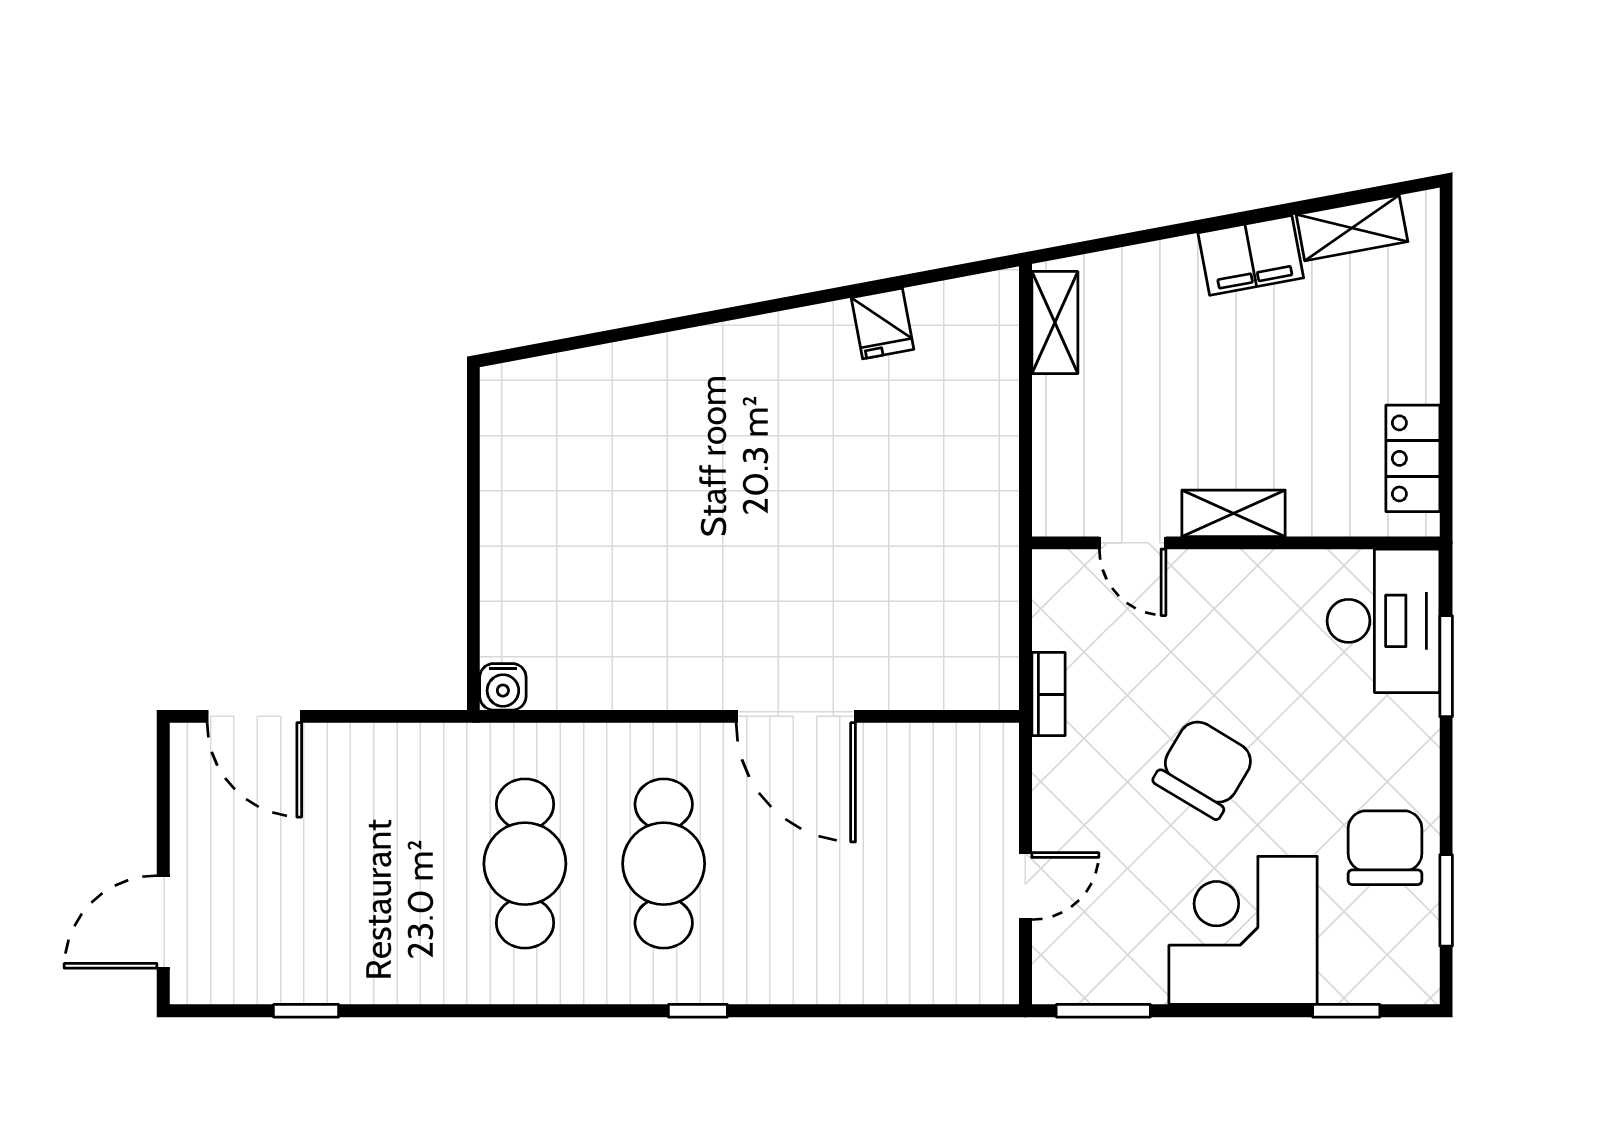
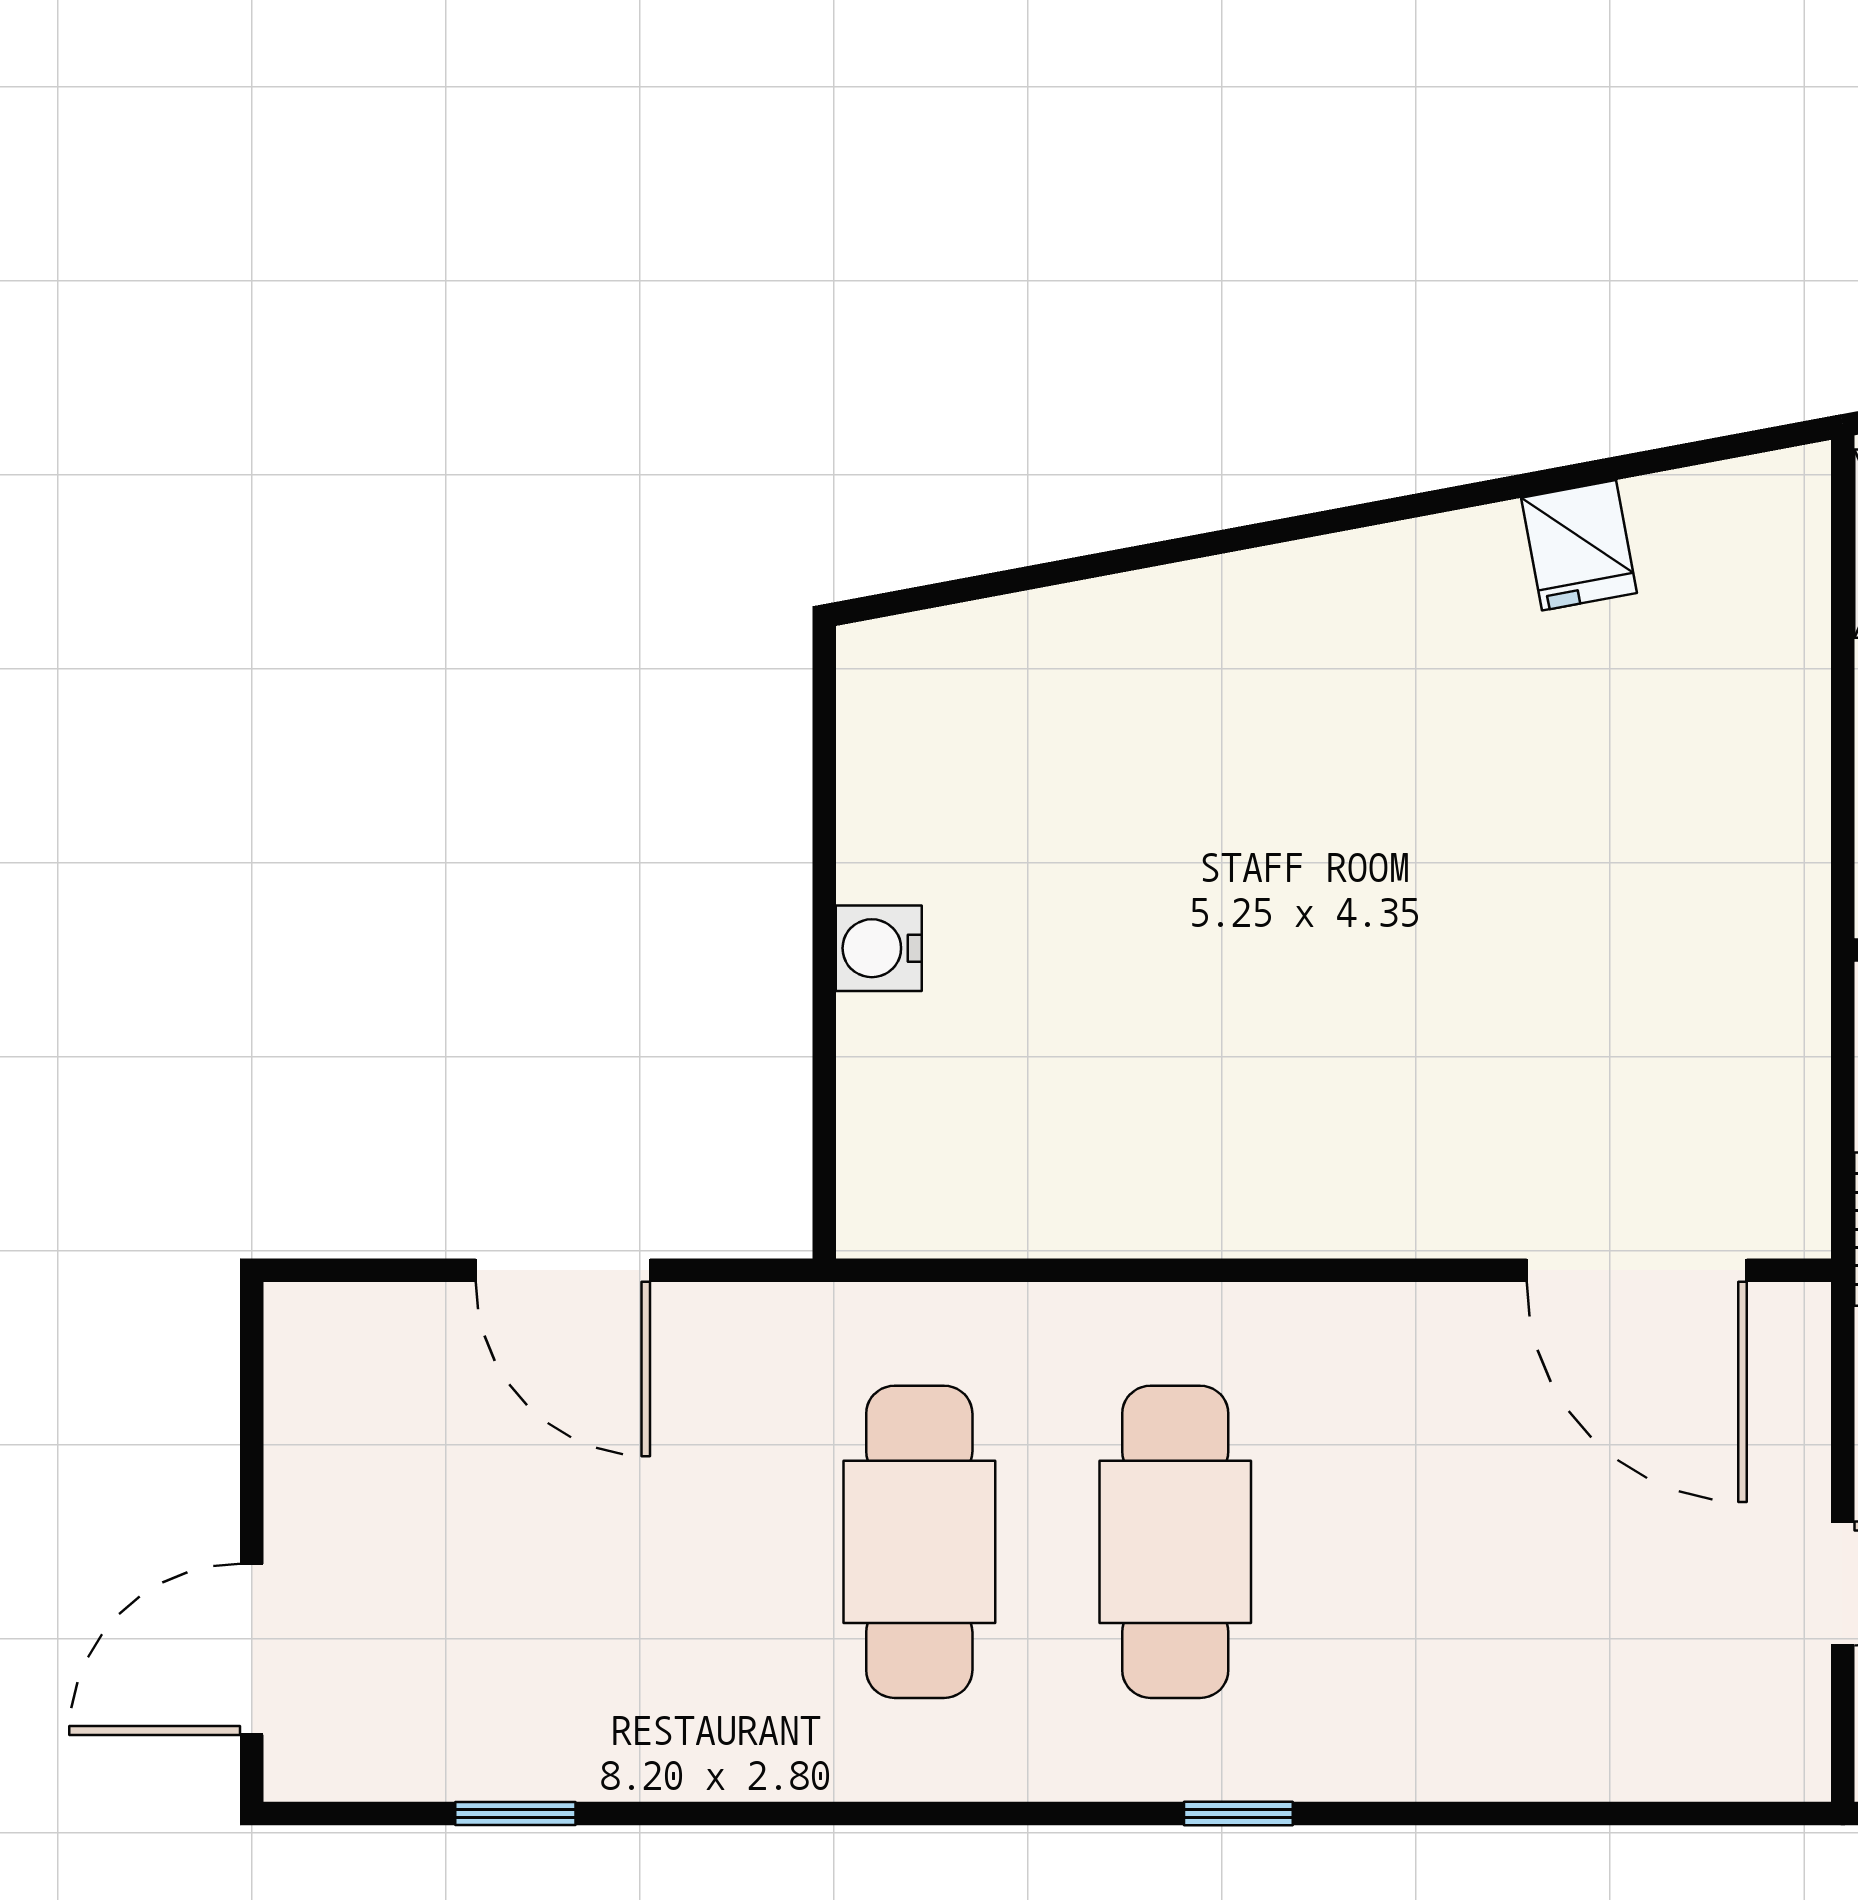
water cooler: (503, 687) -> (879, 948), moved, turned 90
door: (254, 716) -> (563, 1270), moved
door: (796, 716) -> (1637, 1270), moved

